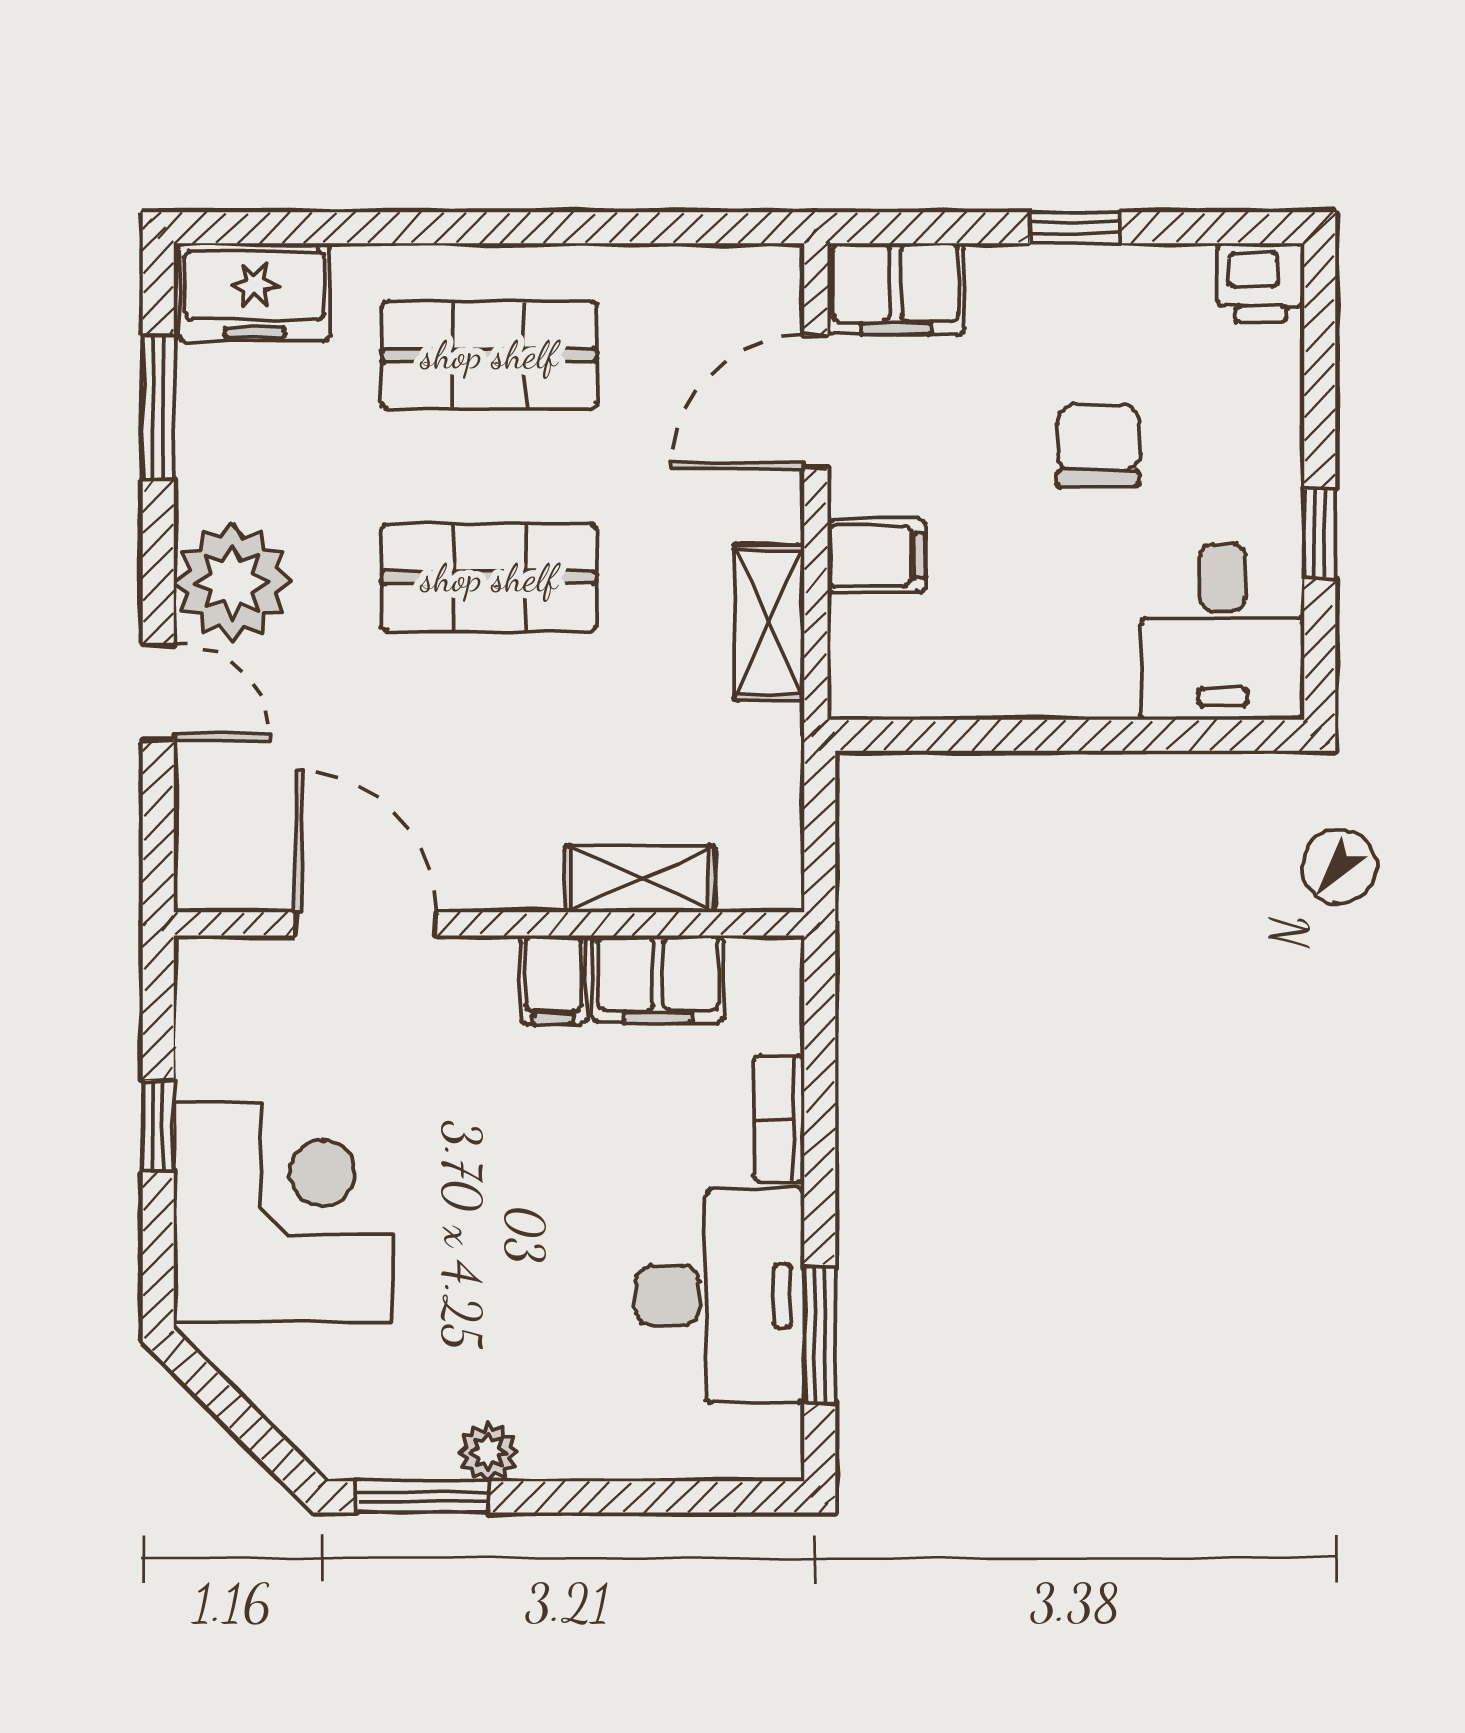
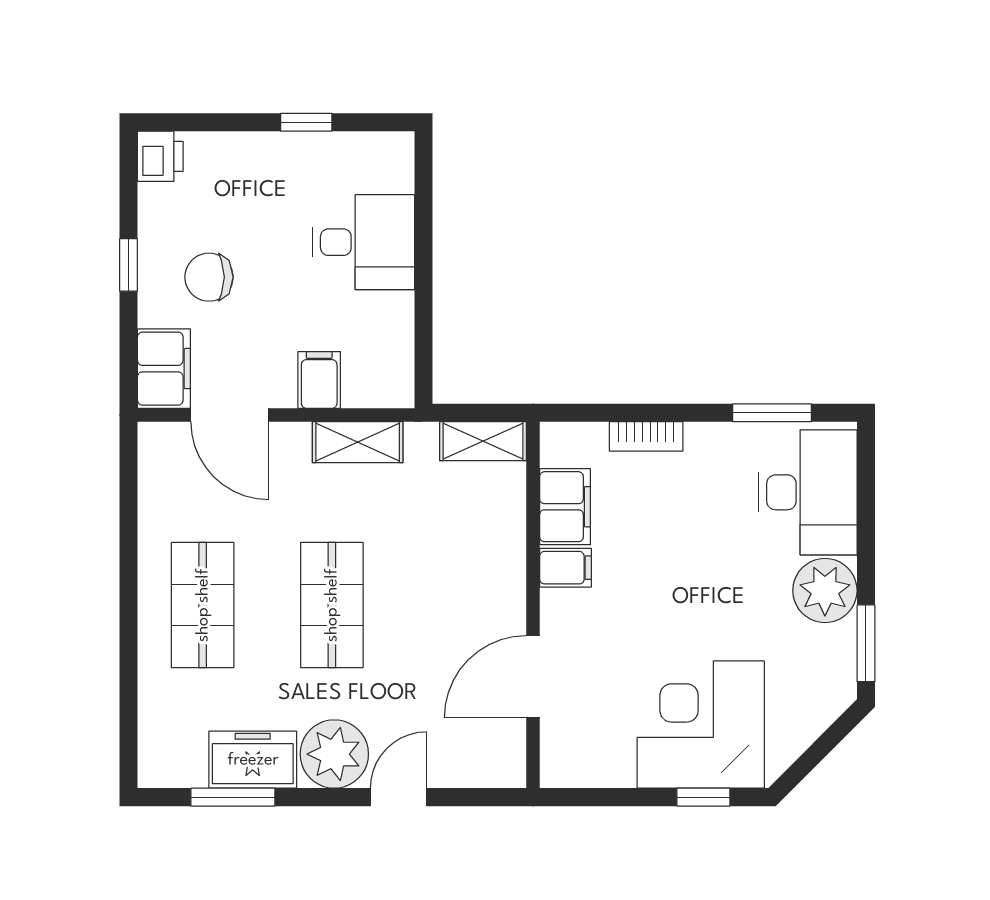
freezer: (255, 292) -> (253, 760), moved, turned -90
chair: (1098, 446) -> (209, 277), moved
desk: (1223, 632) -> (363, 242), moved
shelving: (640, 879) -> (483, 441), moved, turned 90
window: (158, 1126) -> (703, 797), moved
desk: (720, 1296) -> (808, 492), moved, turned 90
plant: (488, 1452) -> (825, 591), width x1.88, depth x1.88

